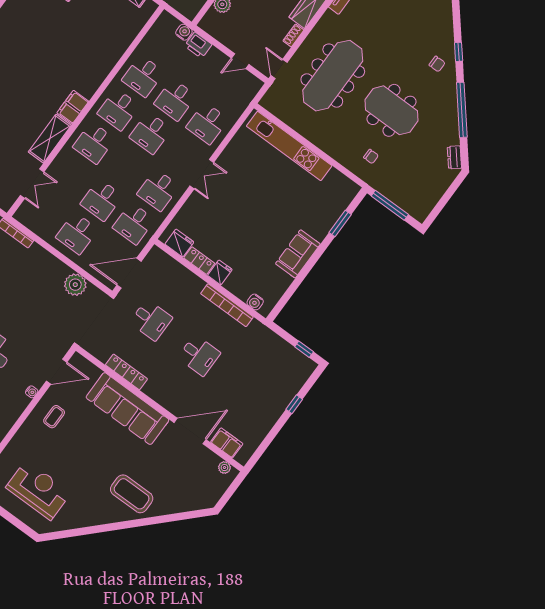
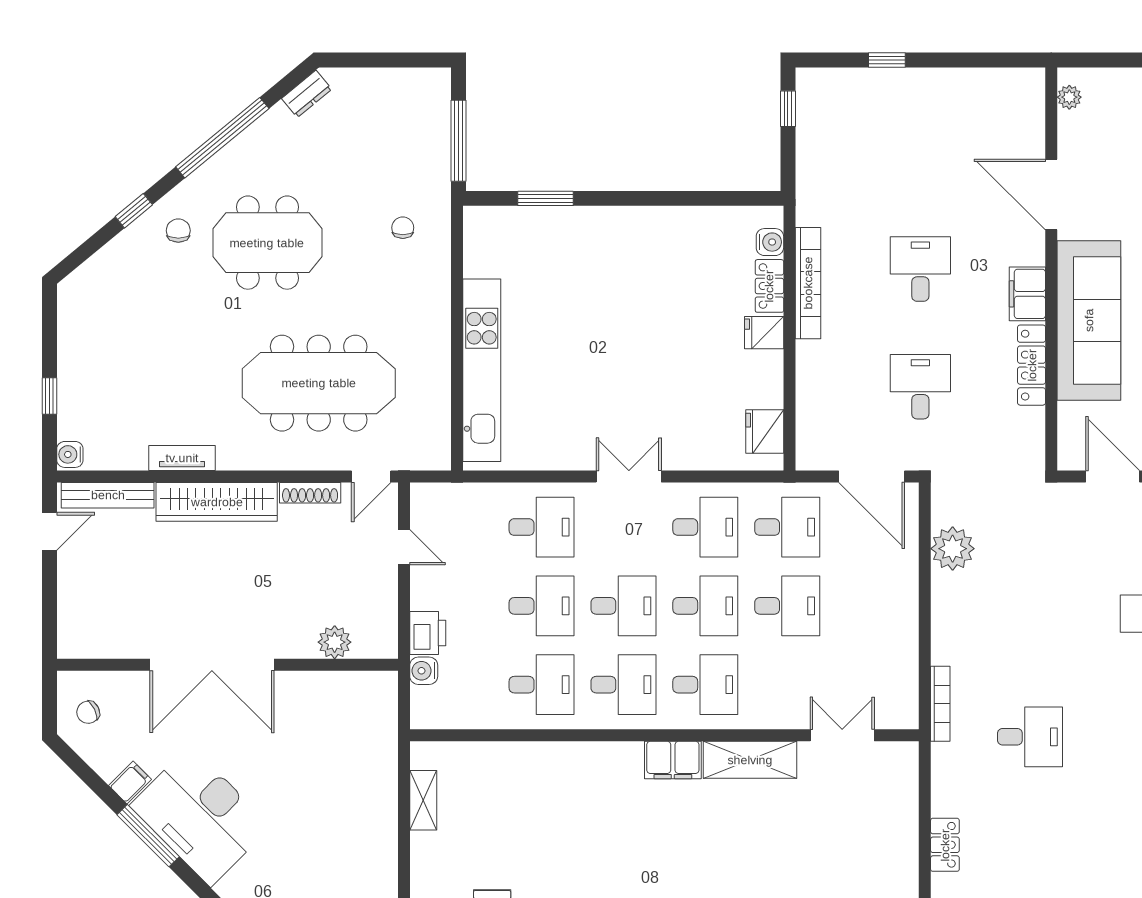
shoe rack: (293, 35) -> (310, 493), width x1.43
meeting table: (391, 110) -> (267, 243), moved, turned 90
desk: (77, 233) -> (705, 606), moved
sofa: (298, 254) -> (643, 230), removed
locker: (199, 261) -> (769, 286), moved
filing cabinet: (227, 443) -> (1027, 294), moved

